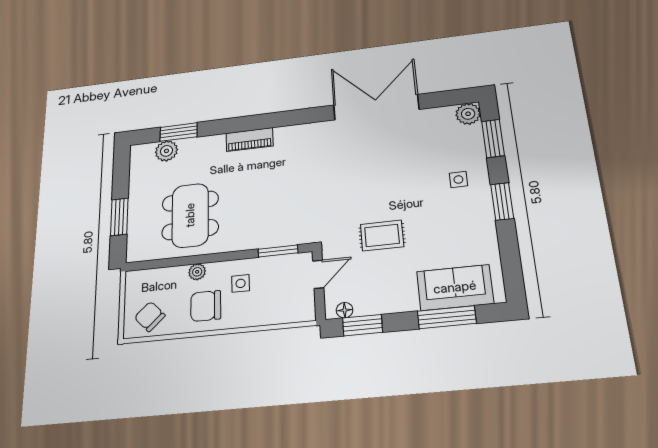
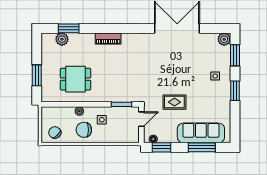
dining table: (190, 215) -> (76, 79), width x0.73
sofa: (455, 287) -> (201, 133), width x1.36

